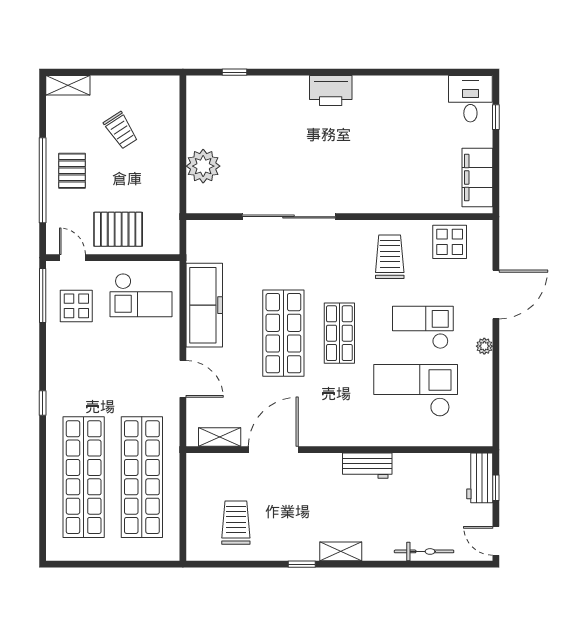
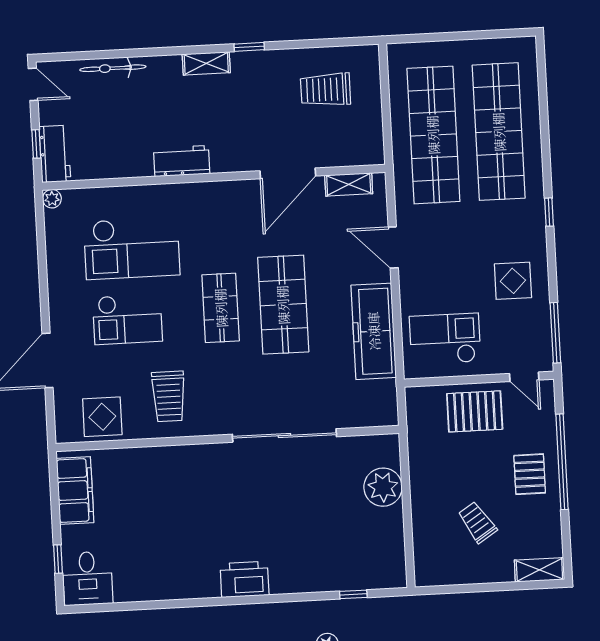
display table: (76, 306) -> (513, 281), moved
plant: (484, 346) -> (52, 199), moved
trolley: (236, 523) -> (325, 90), turned 90

